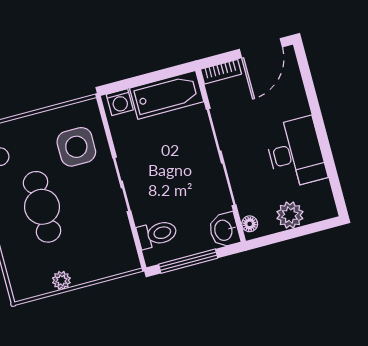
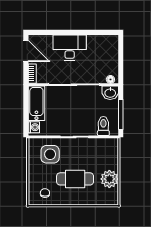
desk: (296, 153) -> (70, 48), moved
plant: (290, 215) -> (111, 59), removed
plant: (61, 280) -> (109, 179), width x1.87, depth x1.87

